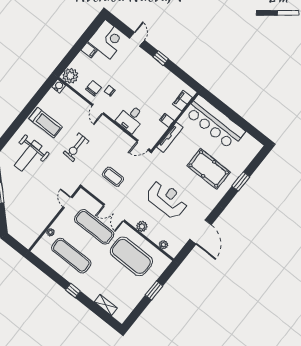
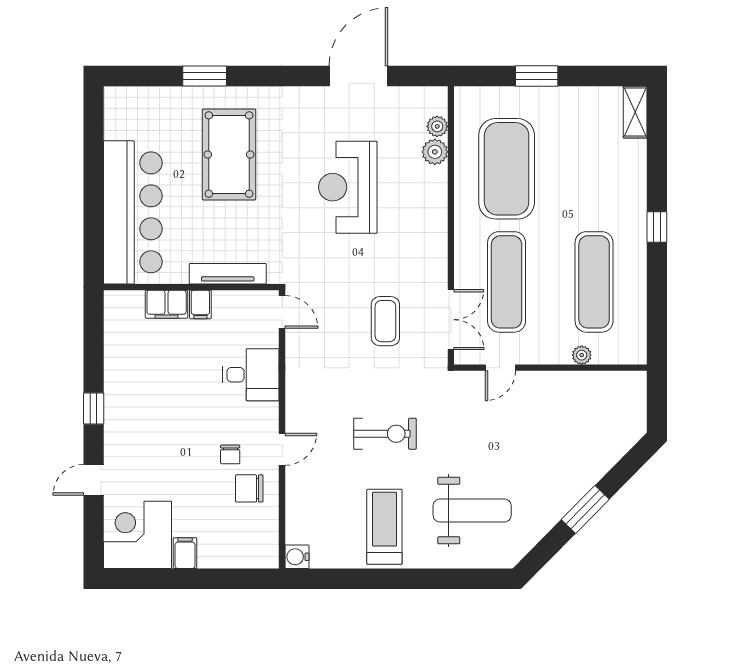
plant: (70, 76) -> (260, 550), removed
filing cabinet: (182, 101) -> (167, 304), moved
double door: (114, 213) -> (451, 320), moved
plant: (142, 226) -> (435, 152), moved
shelving: (106, 305) -> (635, 112), moved

